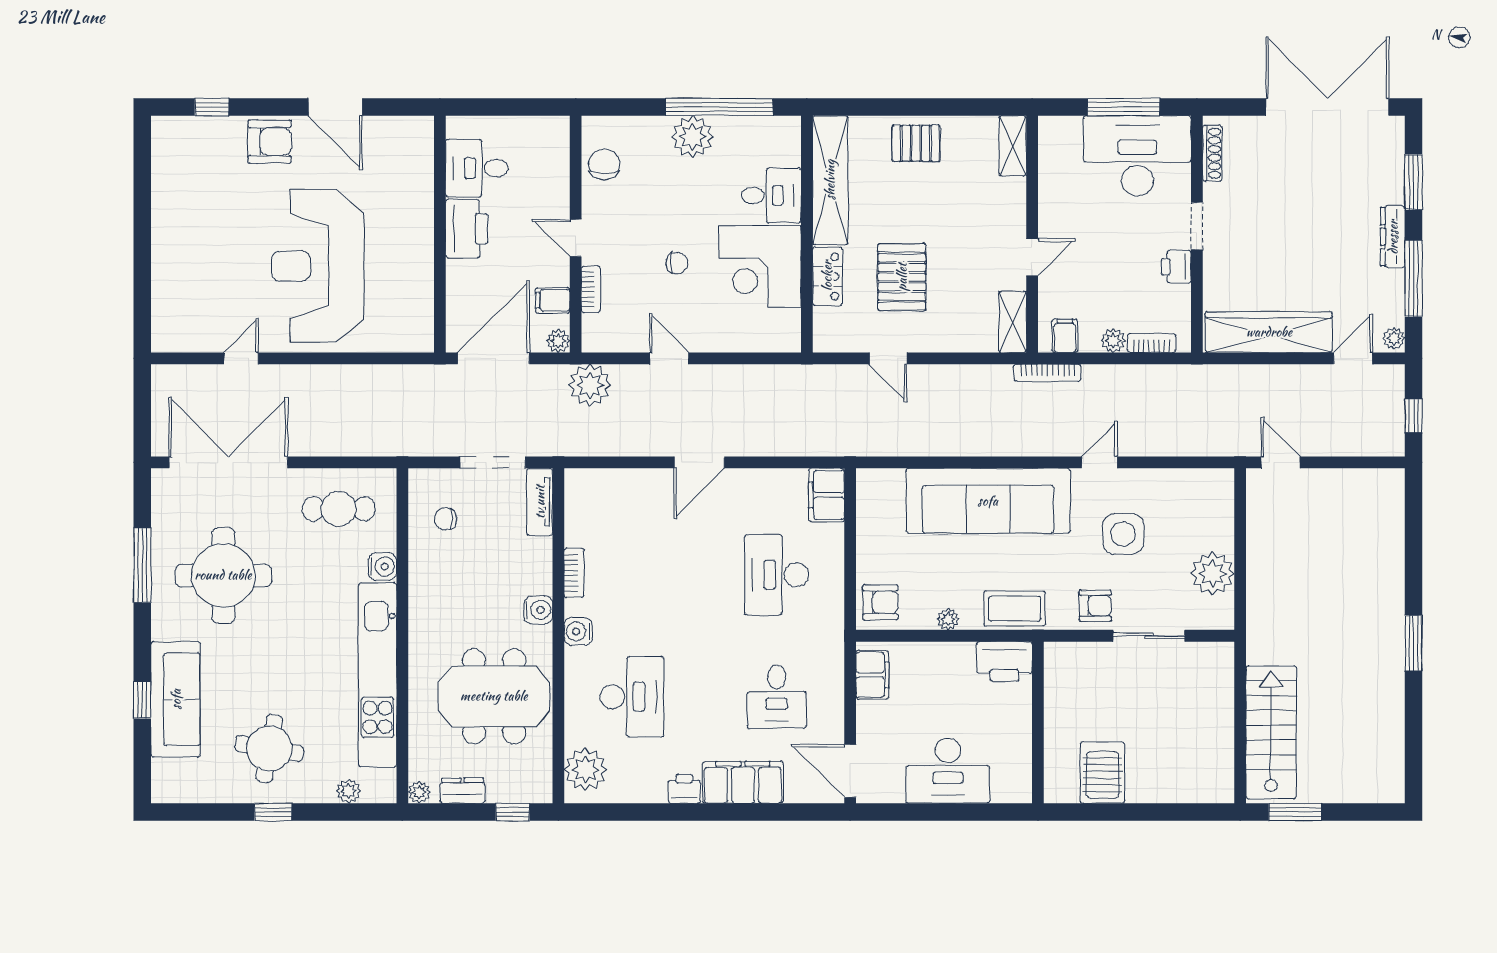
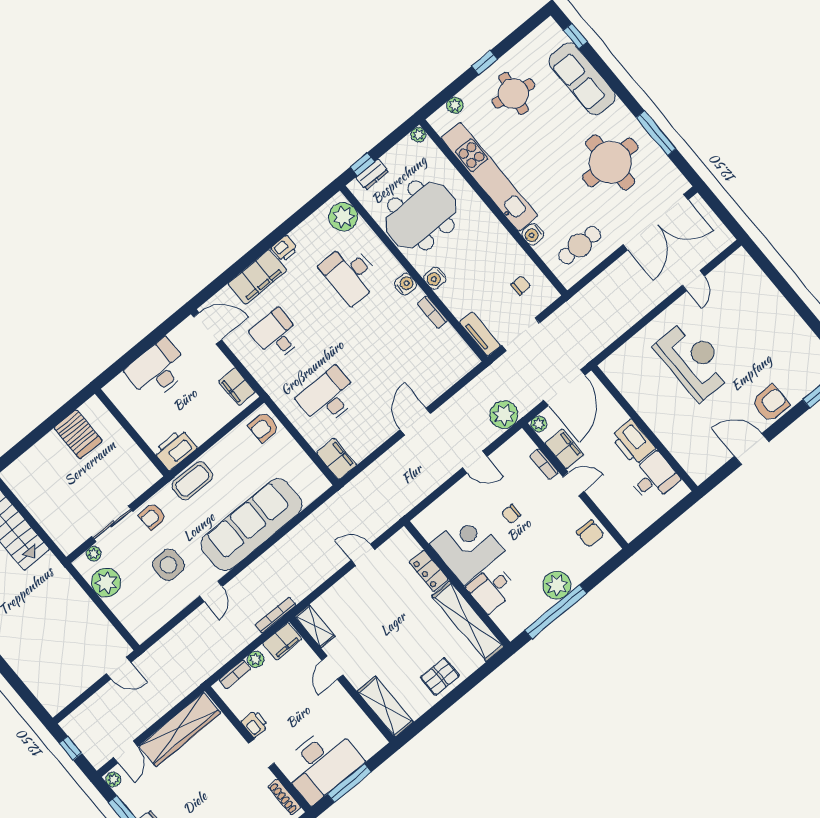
armchair: (270, 142) -> (771, 403), turned 180
shelving: (1013, 146) -> (385, 707), width x1.50, depth x1.33
reception desk: (318, 266) -> (693, 360), width x0.74, depth x0.77
pallet: (902, 277) -> (390, 602), removed
filing cabinet: (553, 300) -> (564, 449), width x2.00
filing cabinet: (1065, 336) -> (282, 641), width x2.00
desk: (777, 575) -> (328, 397), turned -90
plant: (948, 619) -> (93, 554), moved
window: (142, 700) -> (575, 36), moved
dresser: (462, 791) -> (372, 174), moved

